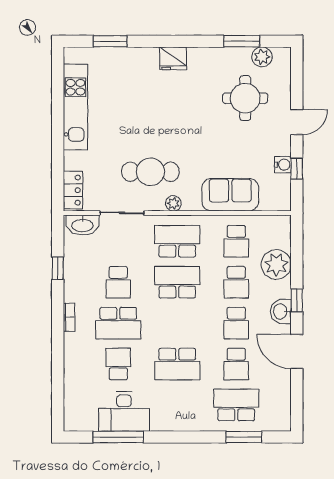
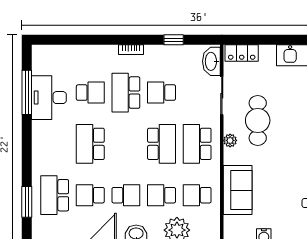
school desk: (177, 241) -> (197, 144), turned 180
school desk: (236, 323) -> (126, 195), turned 180
school desk: (236, 405) -> (55, 195), turned 180

